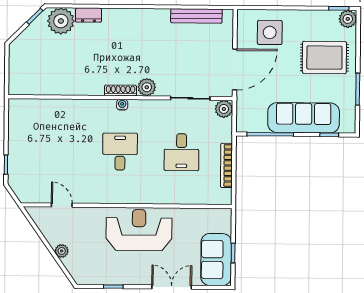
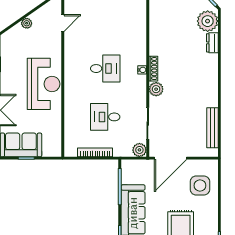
door: (235, 69) -> (171, 158), hinge flipped

